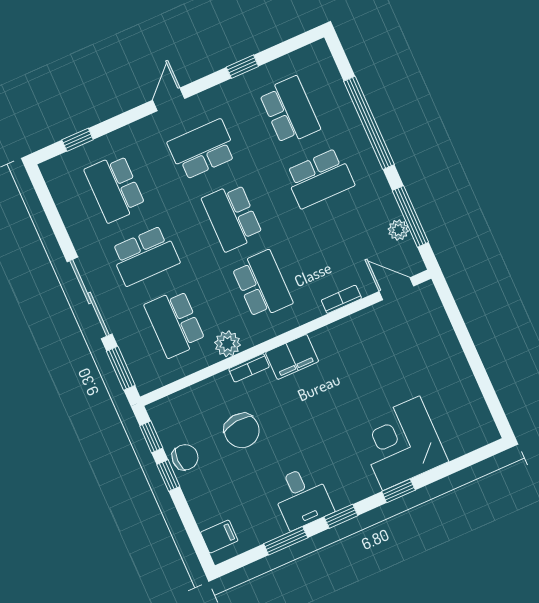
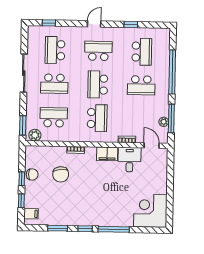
sliding door: (90, 298) -> (24, 73), moved
school desk: (175, 323) -> (54, 117), turned 90
plant: (228, 344) -> (35, 135), moved
filing cabinet: (292, 357) -> (107, 154), moved
window: (151, 437) -> (21, 201), moved
corner desk: (401, 443) -> (150, 211), moved
window: (398, 491) -> (114, 229), width x2.17
desk: (302, 497) -> (129, 160), moved, turned 180

